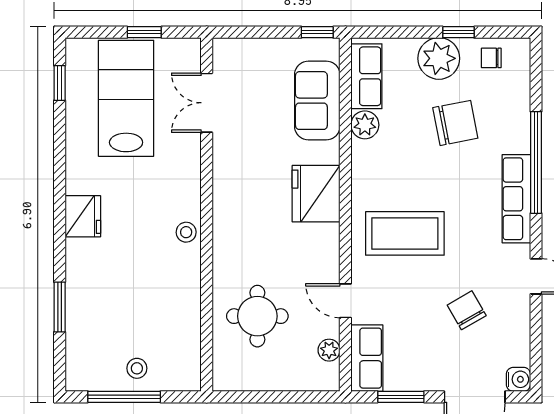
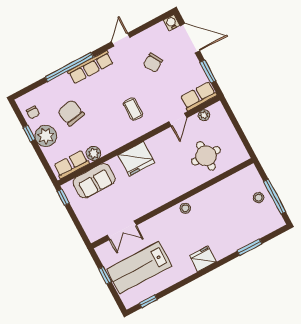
coffee table: (405, 233) -> (133, 109), width x0.54, depth x0.58

